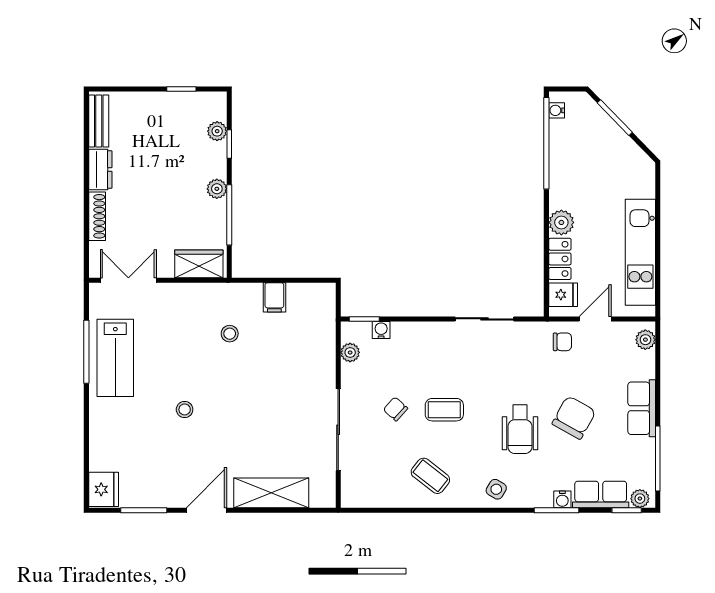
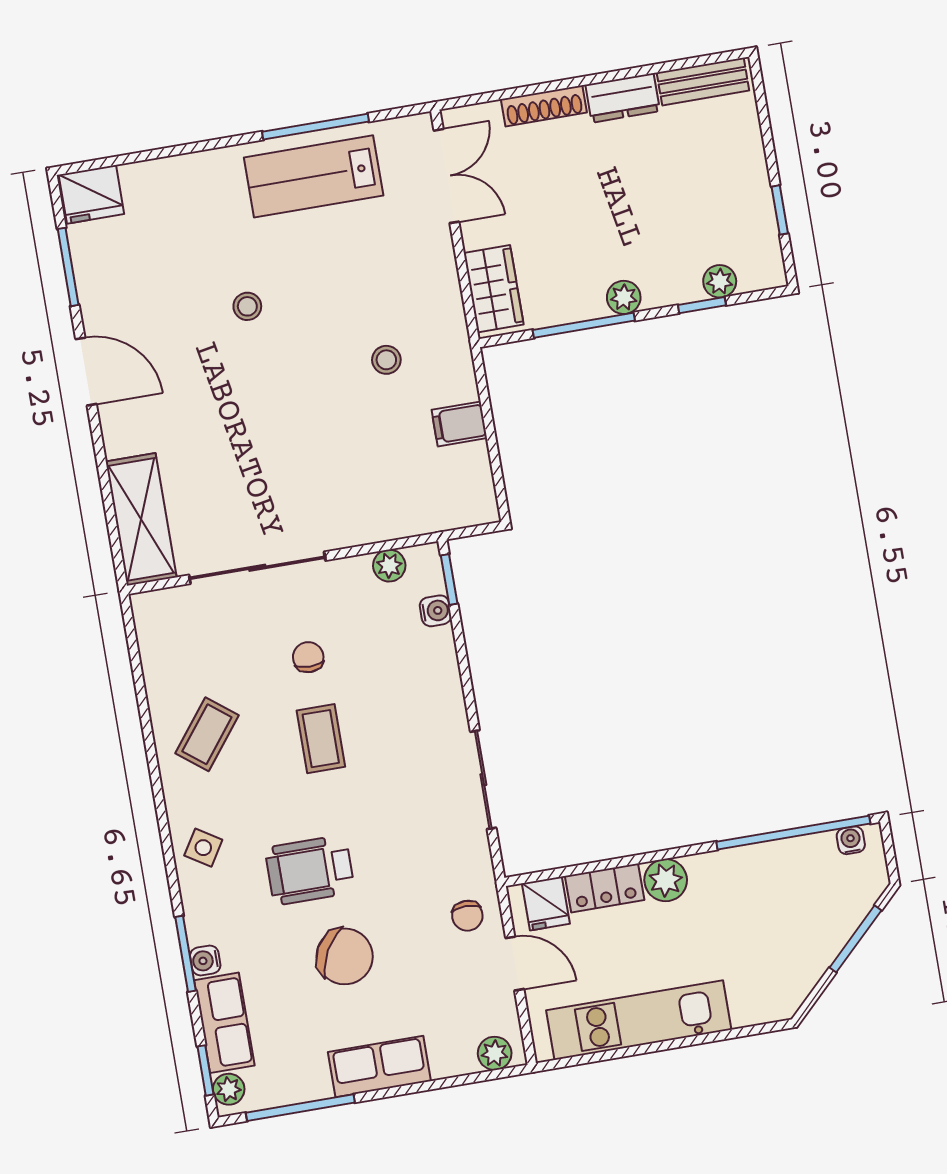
chair: (395, 409) -> (308, 657), turned -42
shelving: (271, 493) -> (141, 519), moved

